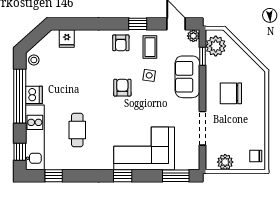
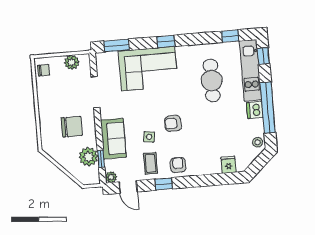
plant: (216, 46) -> (88, 157), moved
armchair: (122, 88) -> (173, 123), turned 89
cafe table: (77, 130) -> (212, 81), width x1.37, depth x1.35

